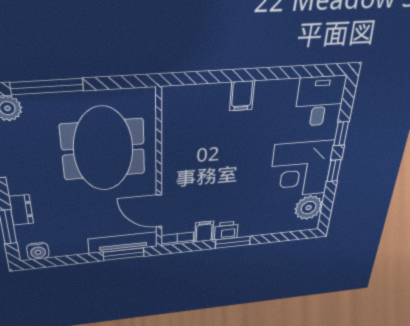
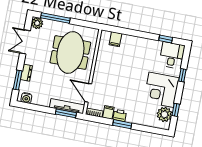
window: (305, 72) -> (166, 39), added
filing cabinet: (242, 96) -> (115, 39), moved
window: (334, 171) -> (176, 110), moved

